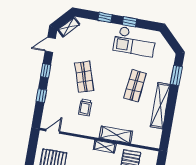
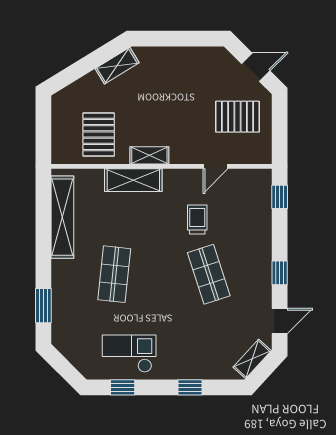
window: (129, 22) -> (123, 387), moved
checkout: (135, 41) -> (129, 354), width x0.73, depth x0.83
window: (41, 96) -> (280, 197), moved
shelving: (160, 106) -> (62, 217), moved
door: (53, 131) -> (215, 166), moved

